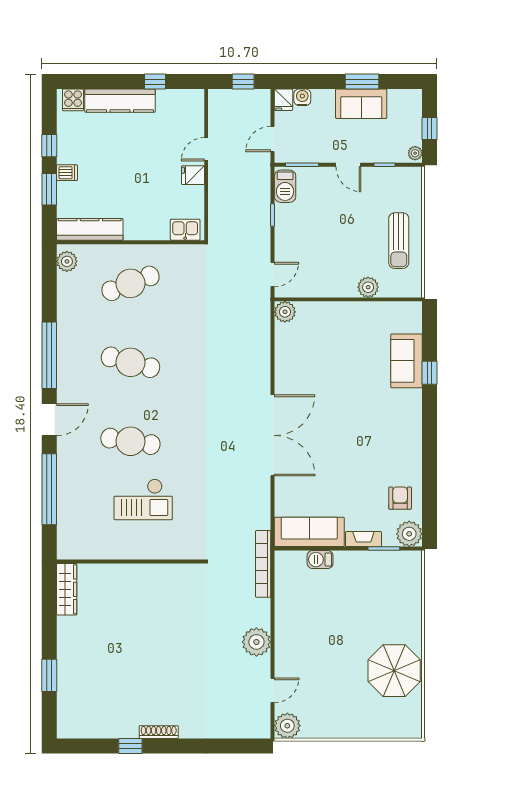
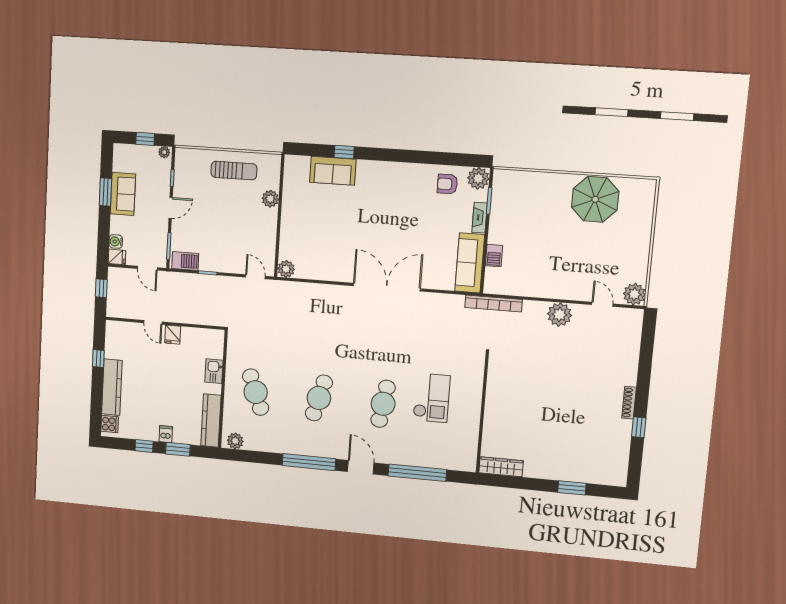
kitchen sink: (185, 230) -> (214, 371), moved

